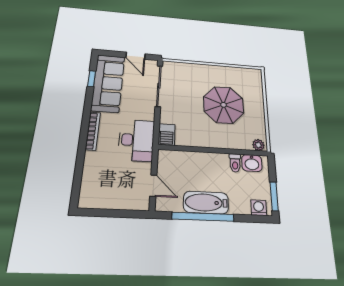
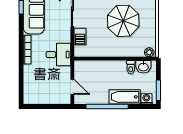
barbecue: (167, 135) -> (80, 36), moved
desk: (136, 140) -> (58, 54), width x0.73
bathtub: (206, 203) -> (125, 97), moved

